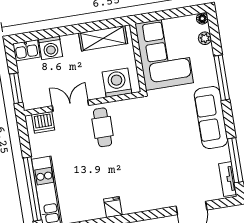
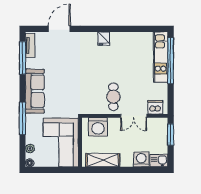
fridge: (113, 207) -> (104, 39), moved

